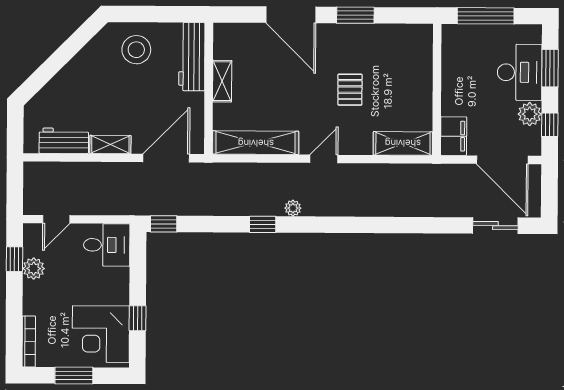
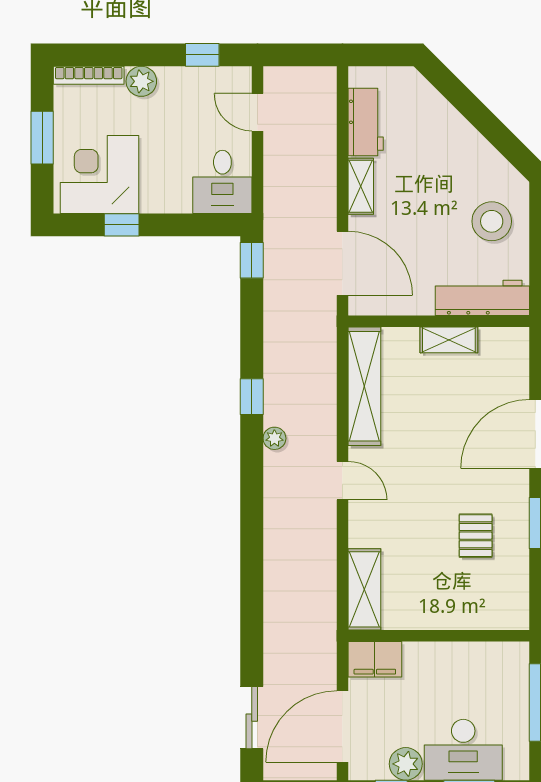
pallet: (350, 90) -> (476, 536), moved, turned 90
plant: (34, 269) -> (141, 81), moved

